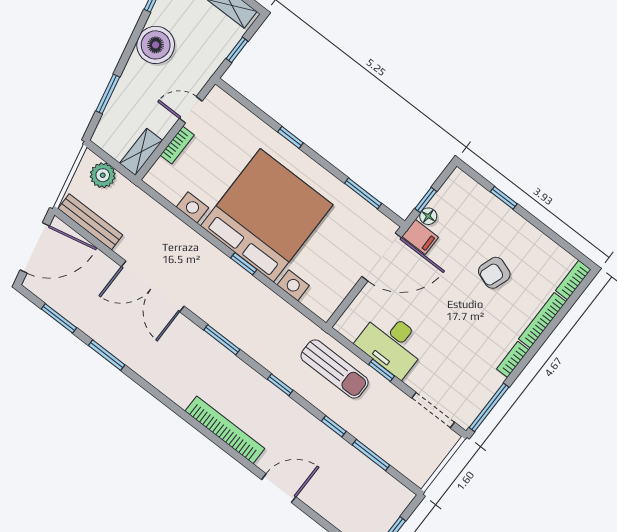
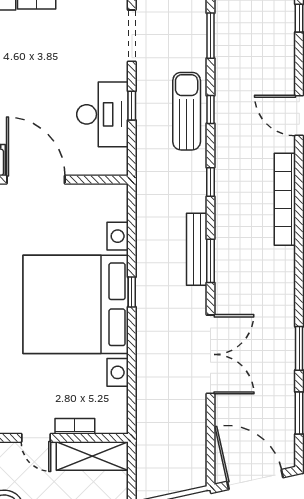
shelving: (141, 152) -> (92, 456), width x1.50, depth x1.33
plant: (103, 175) -> (149, 470), removed
bench: (90, 222) -> (197, 249), moved
sun lounger: (335, 369) -> (187, 111), moved
window: (371, 455) -> (210, 36), moved

